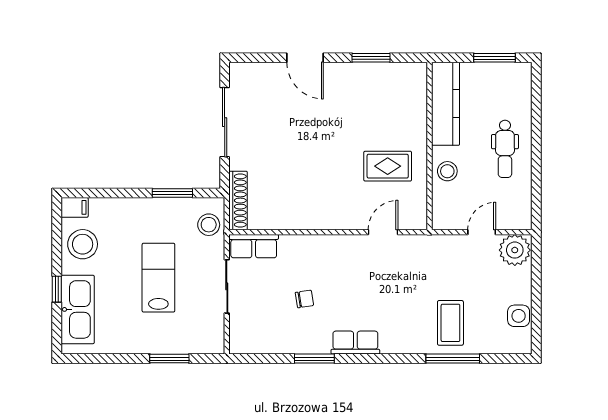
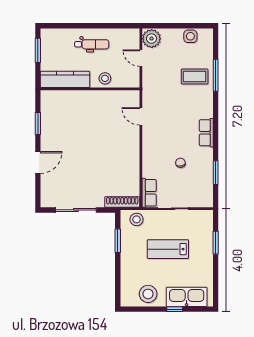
rug: (388, 166) -> (102, 114), removed
filing cabinet: (75, 207) -> (126, 299), removed
window: (314, 359) -> (216, 173), moved

